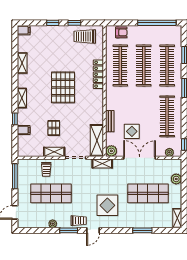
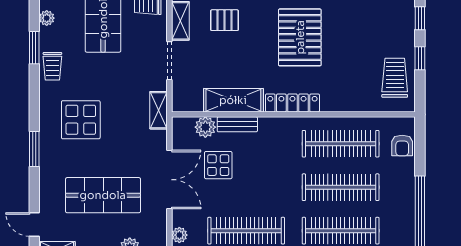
locker: (98, 74) -> (292, 103), moved
pallet: (63, 87) -> (300, 37), turned 90
shelving: (97, 140) -> (233, 100), moved
plant: (111, 151) -> (205, 127), moved
shop shelf: (148, 193) -> (103, 195), turned 90
door: (93, 230) -> (34, 224), moved
window: (142, 230) -> (34, 149), moved

